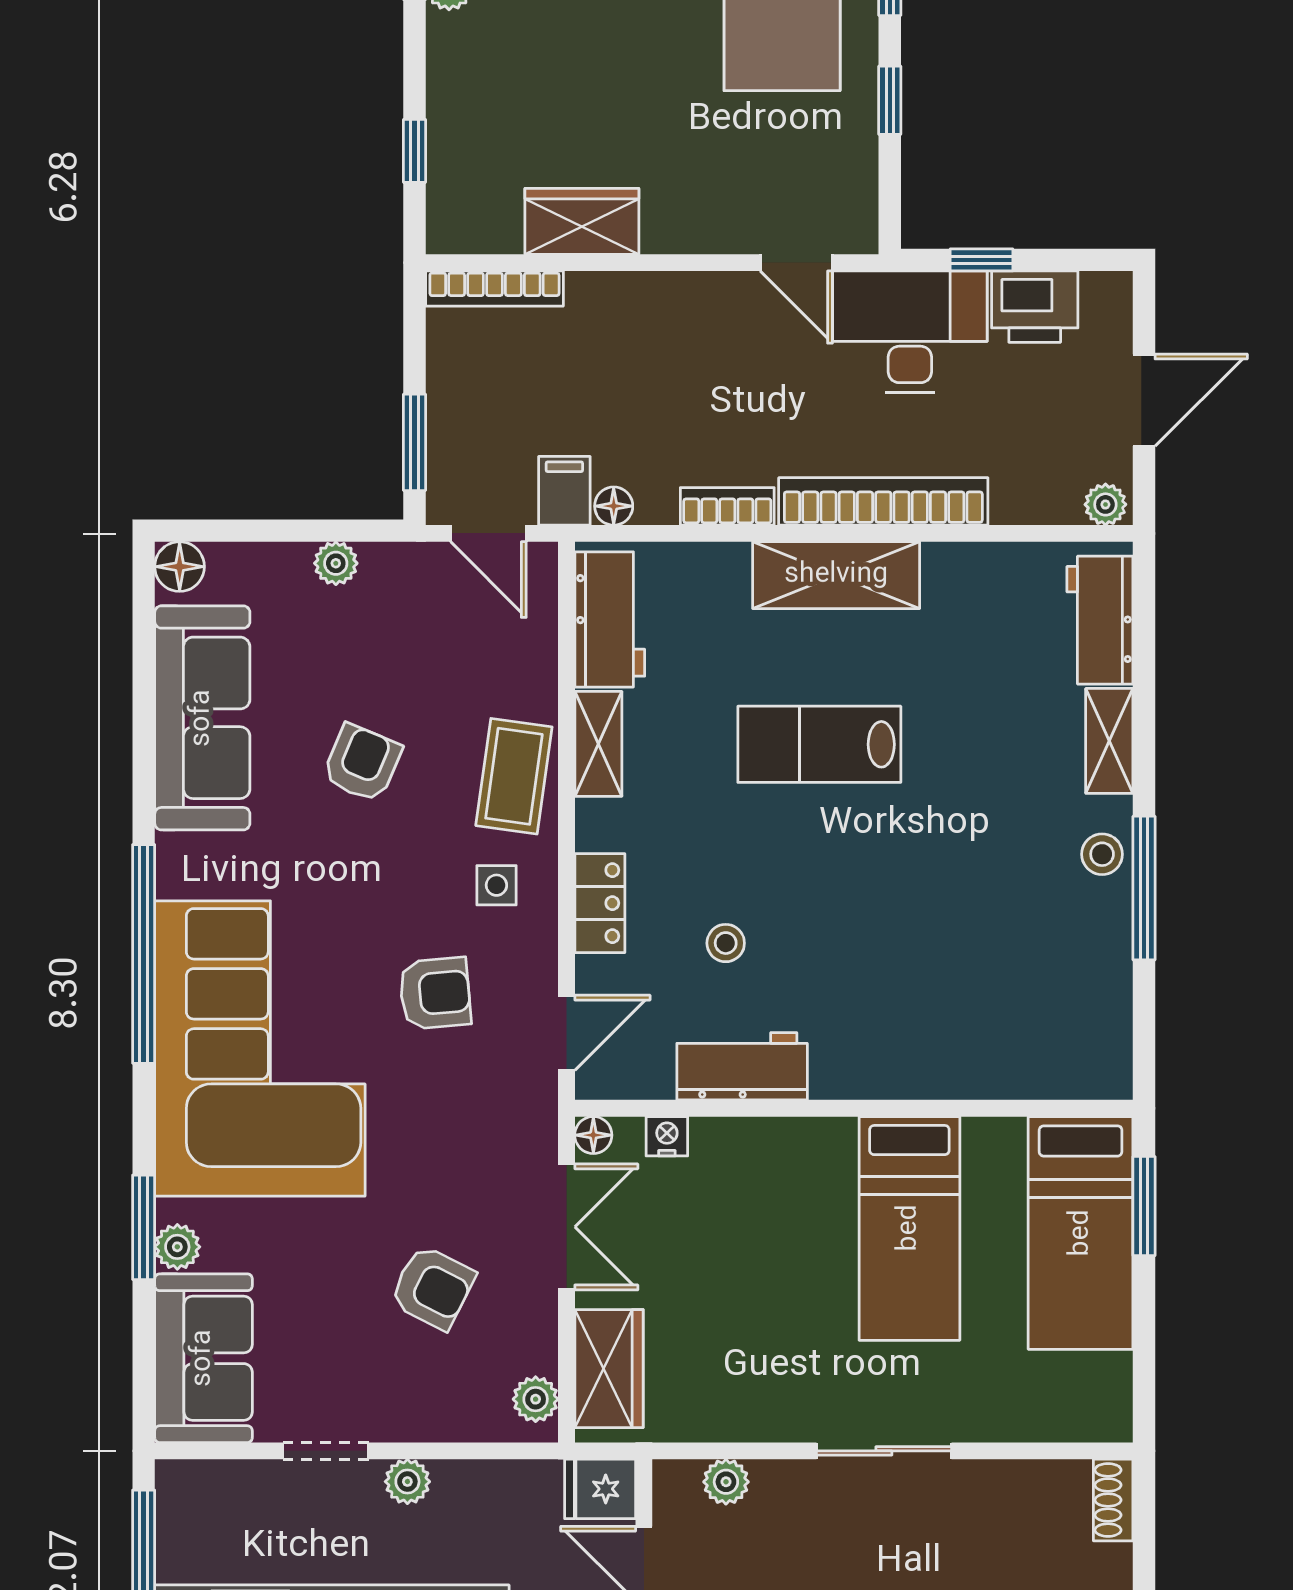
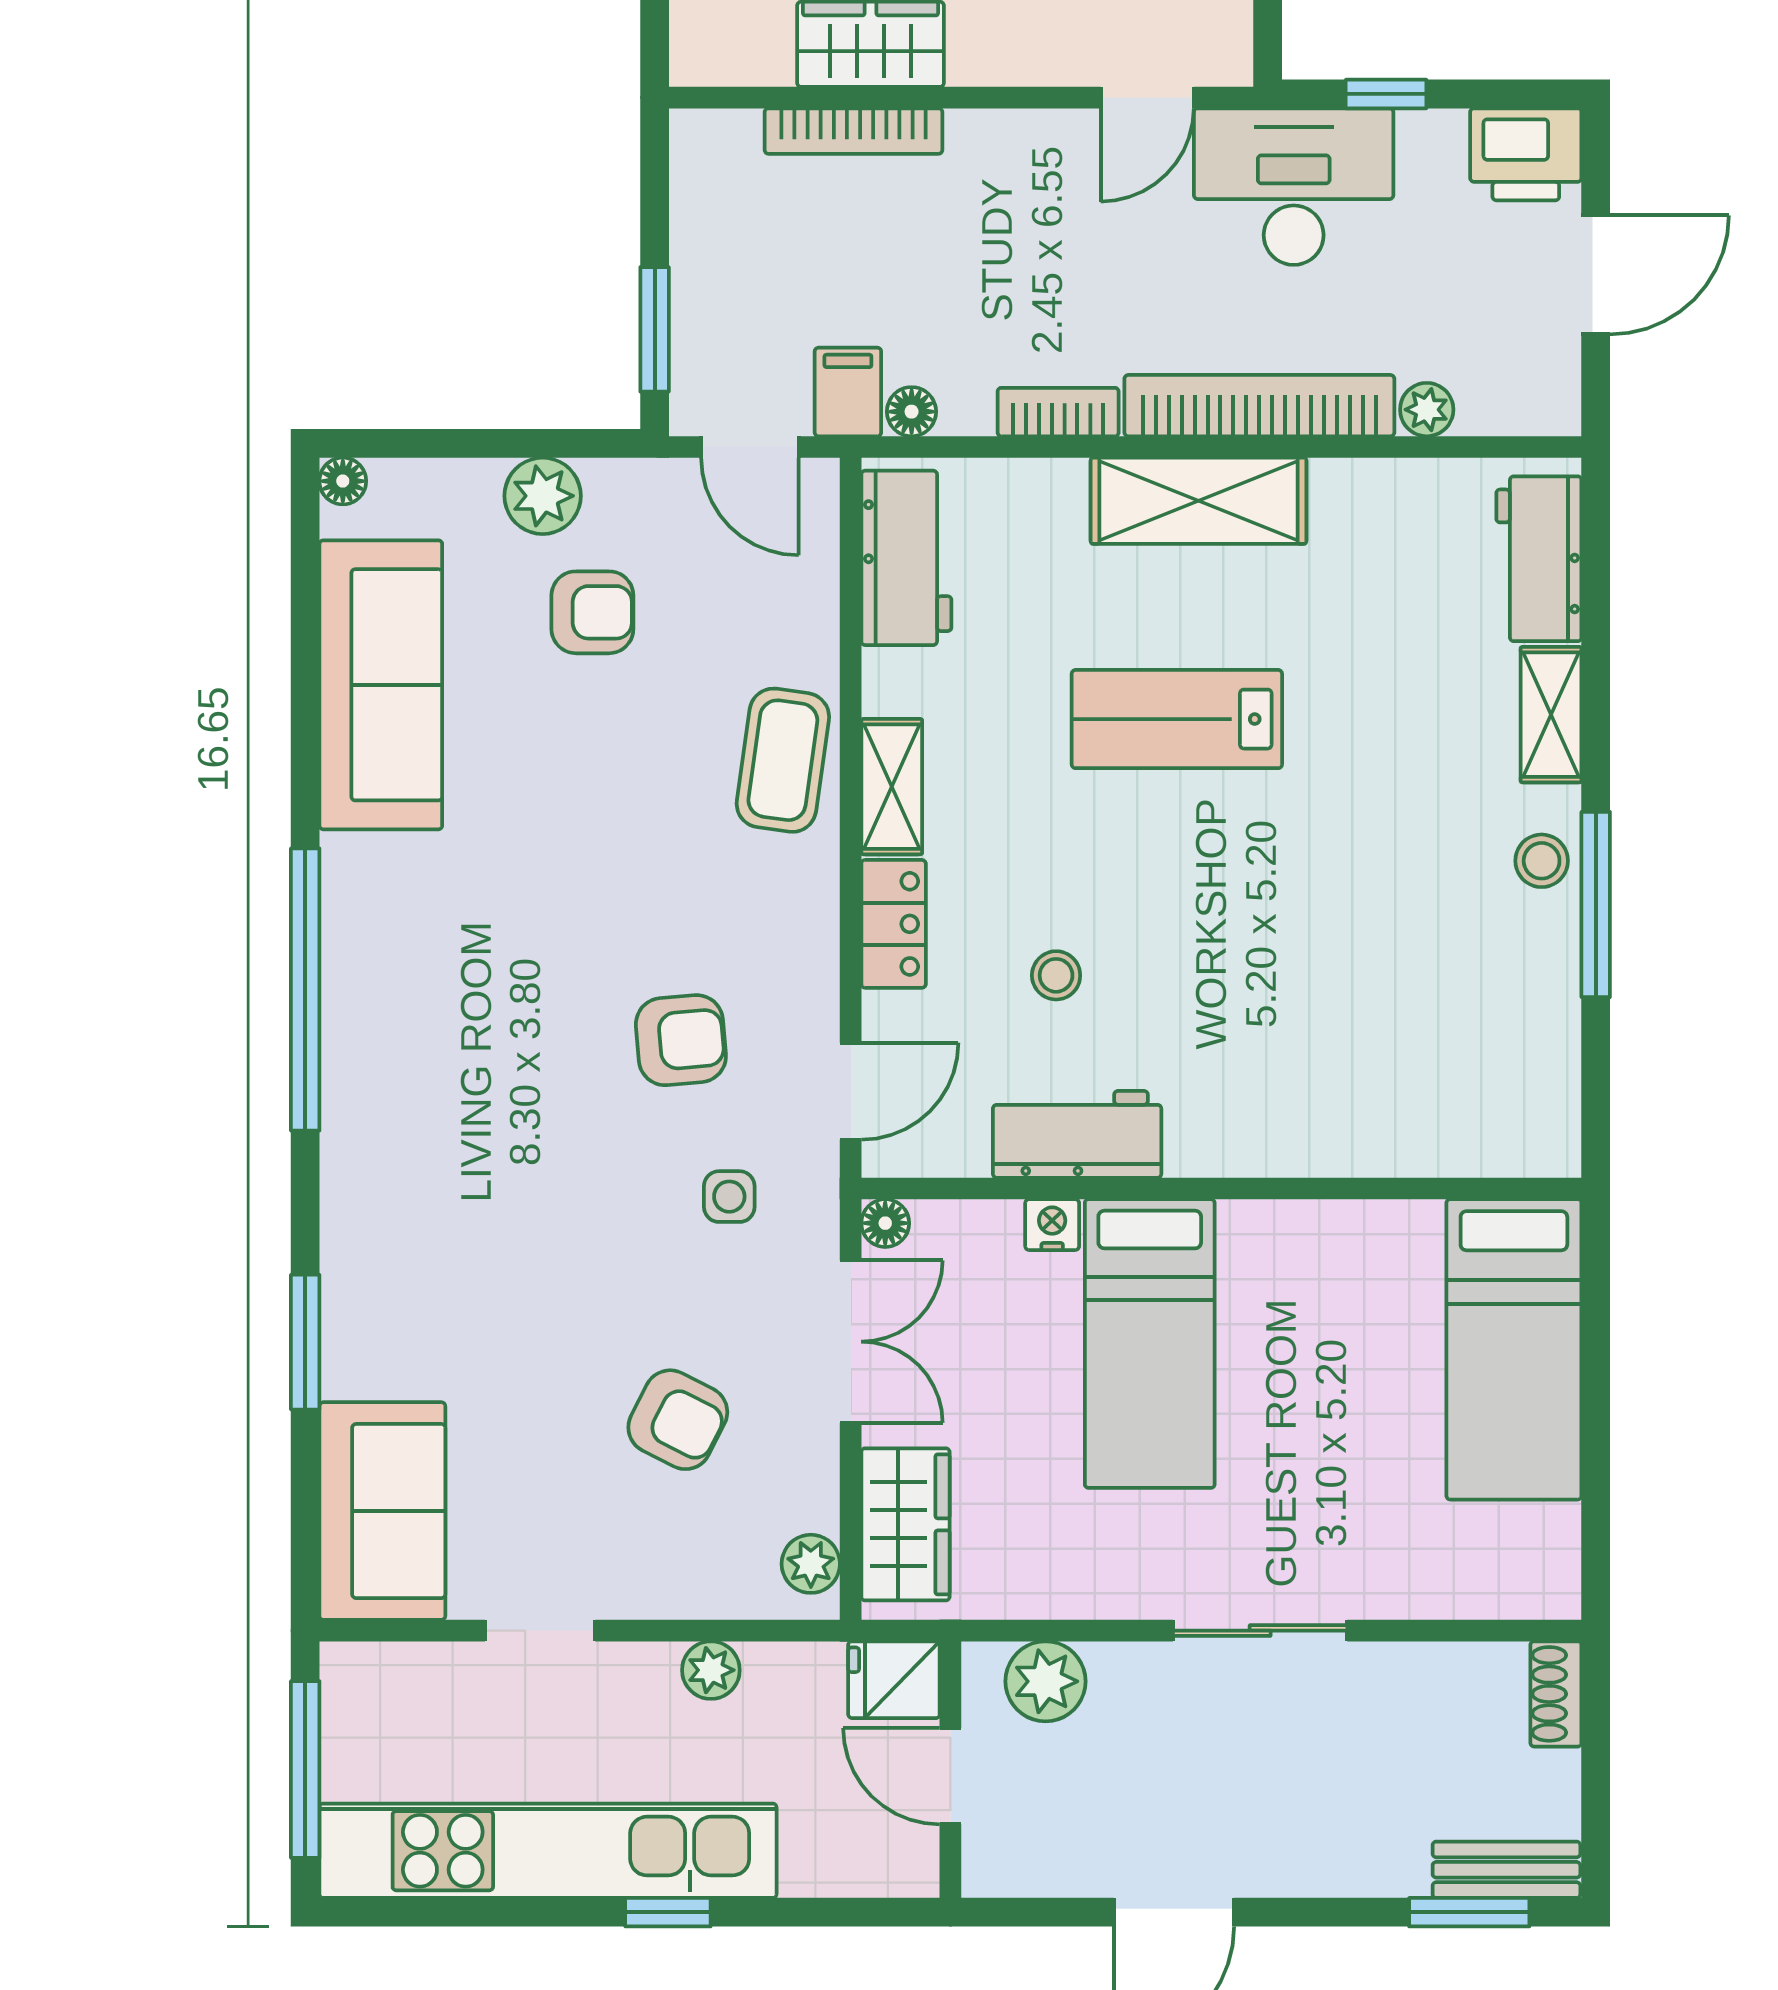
door: (796, 263) -> (1147, 98), hinge flipped
bookcase: (494, 289) -> (854, 131), moved
printer: (1035, 307) -> (1526, 154), moved
plant: (1105, 504) -> (1427, 410), moved
plant: (336, 563) -> (543, 496), width x1.38, depth x1.38
floor lamp: (180, 567) -> (343, 481), width x0.73, depth x0.73
shelving: (598, 744) -> (892, 787), moved
armchair: (362, 763) -> (592, 612), moved, turned 67
side table: (496, 885) -> (729, 1197), moved
corner sofa: (260, 1048) -> (455, 1111), removed
nightstand: (667, 1136) -> (1052, 1225), moved
window: (1144, 1206) -> (1596, 1315), removed
bed: (909, 1228) -> (1150, 1344), moved
plant: (177, 1247) -> (349, 1367), removed
plant: (407, 1482) -> (711, 1670), moved
plant: (726, 1482) -> (1046, 1681), width x1.38, depth x1.38

